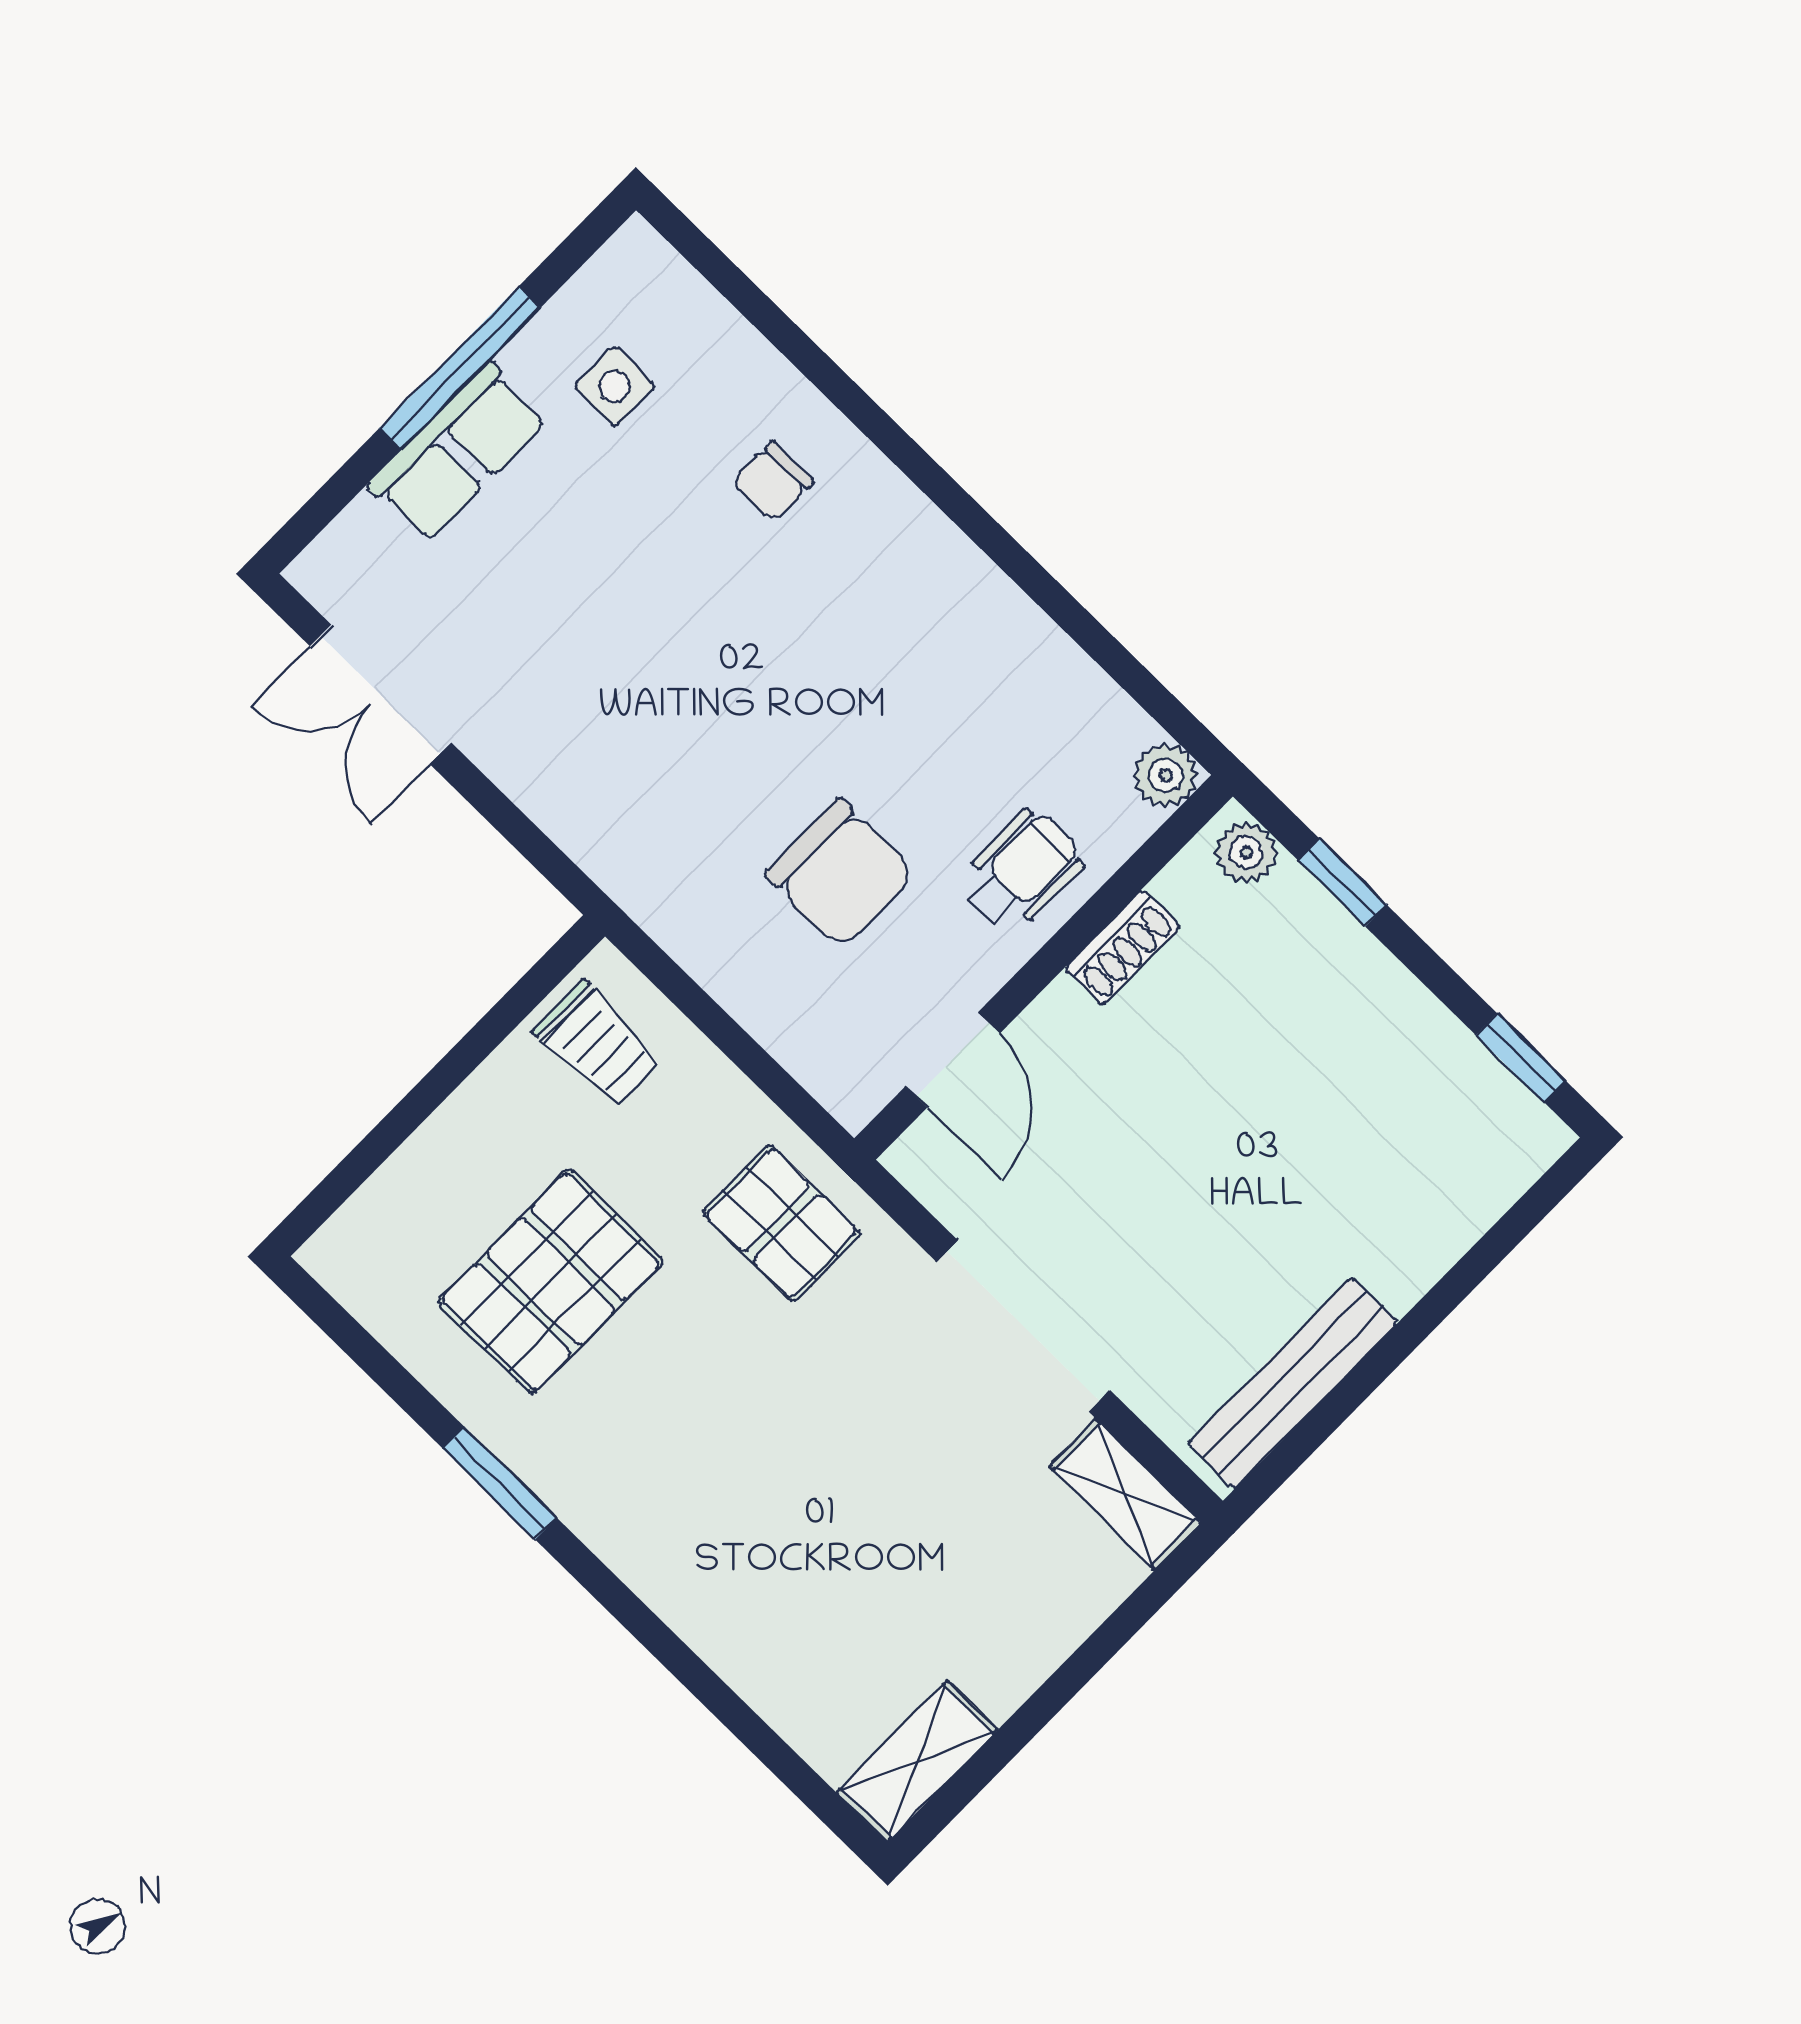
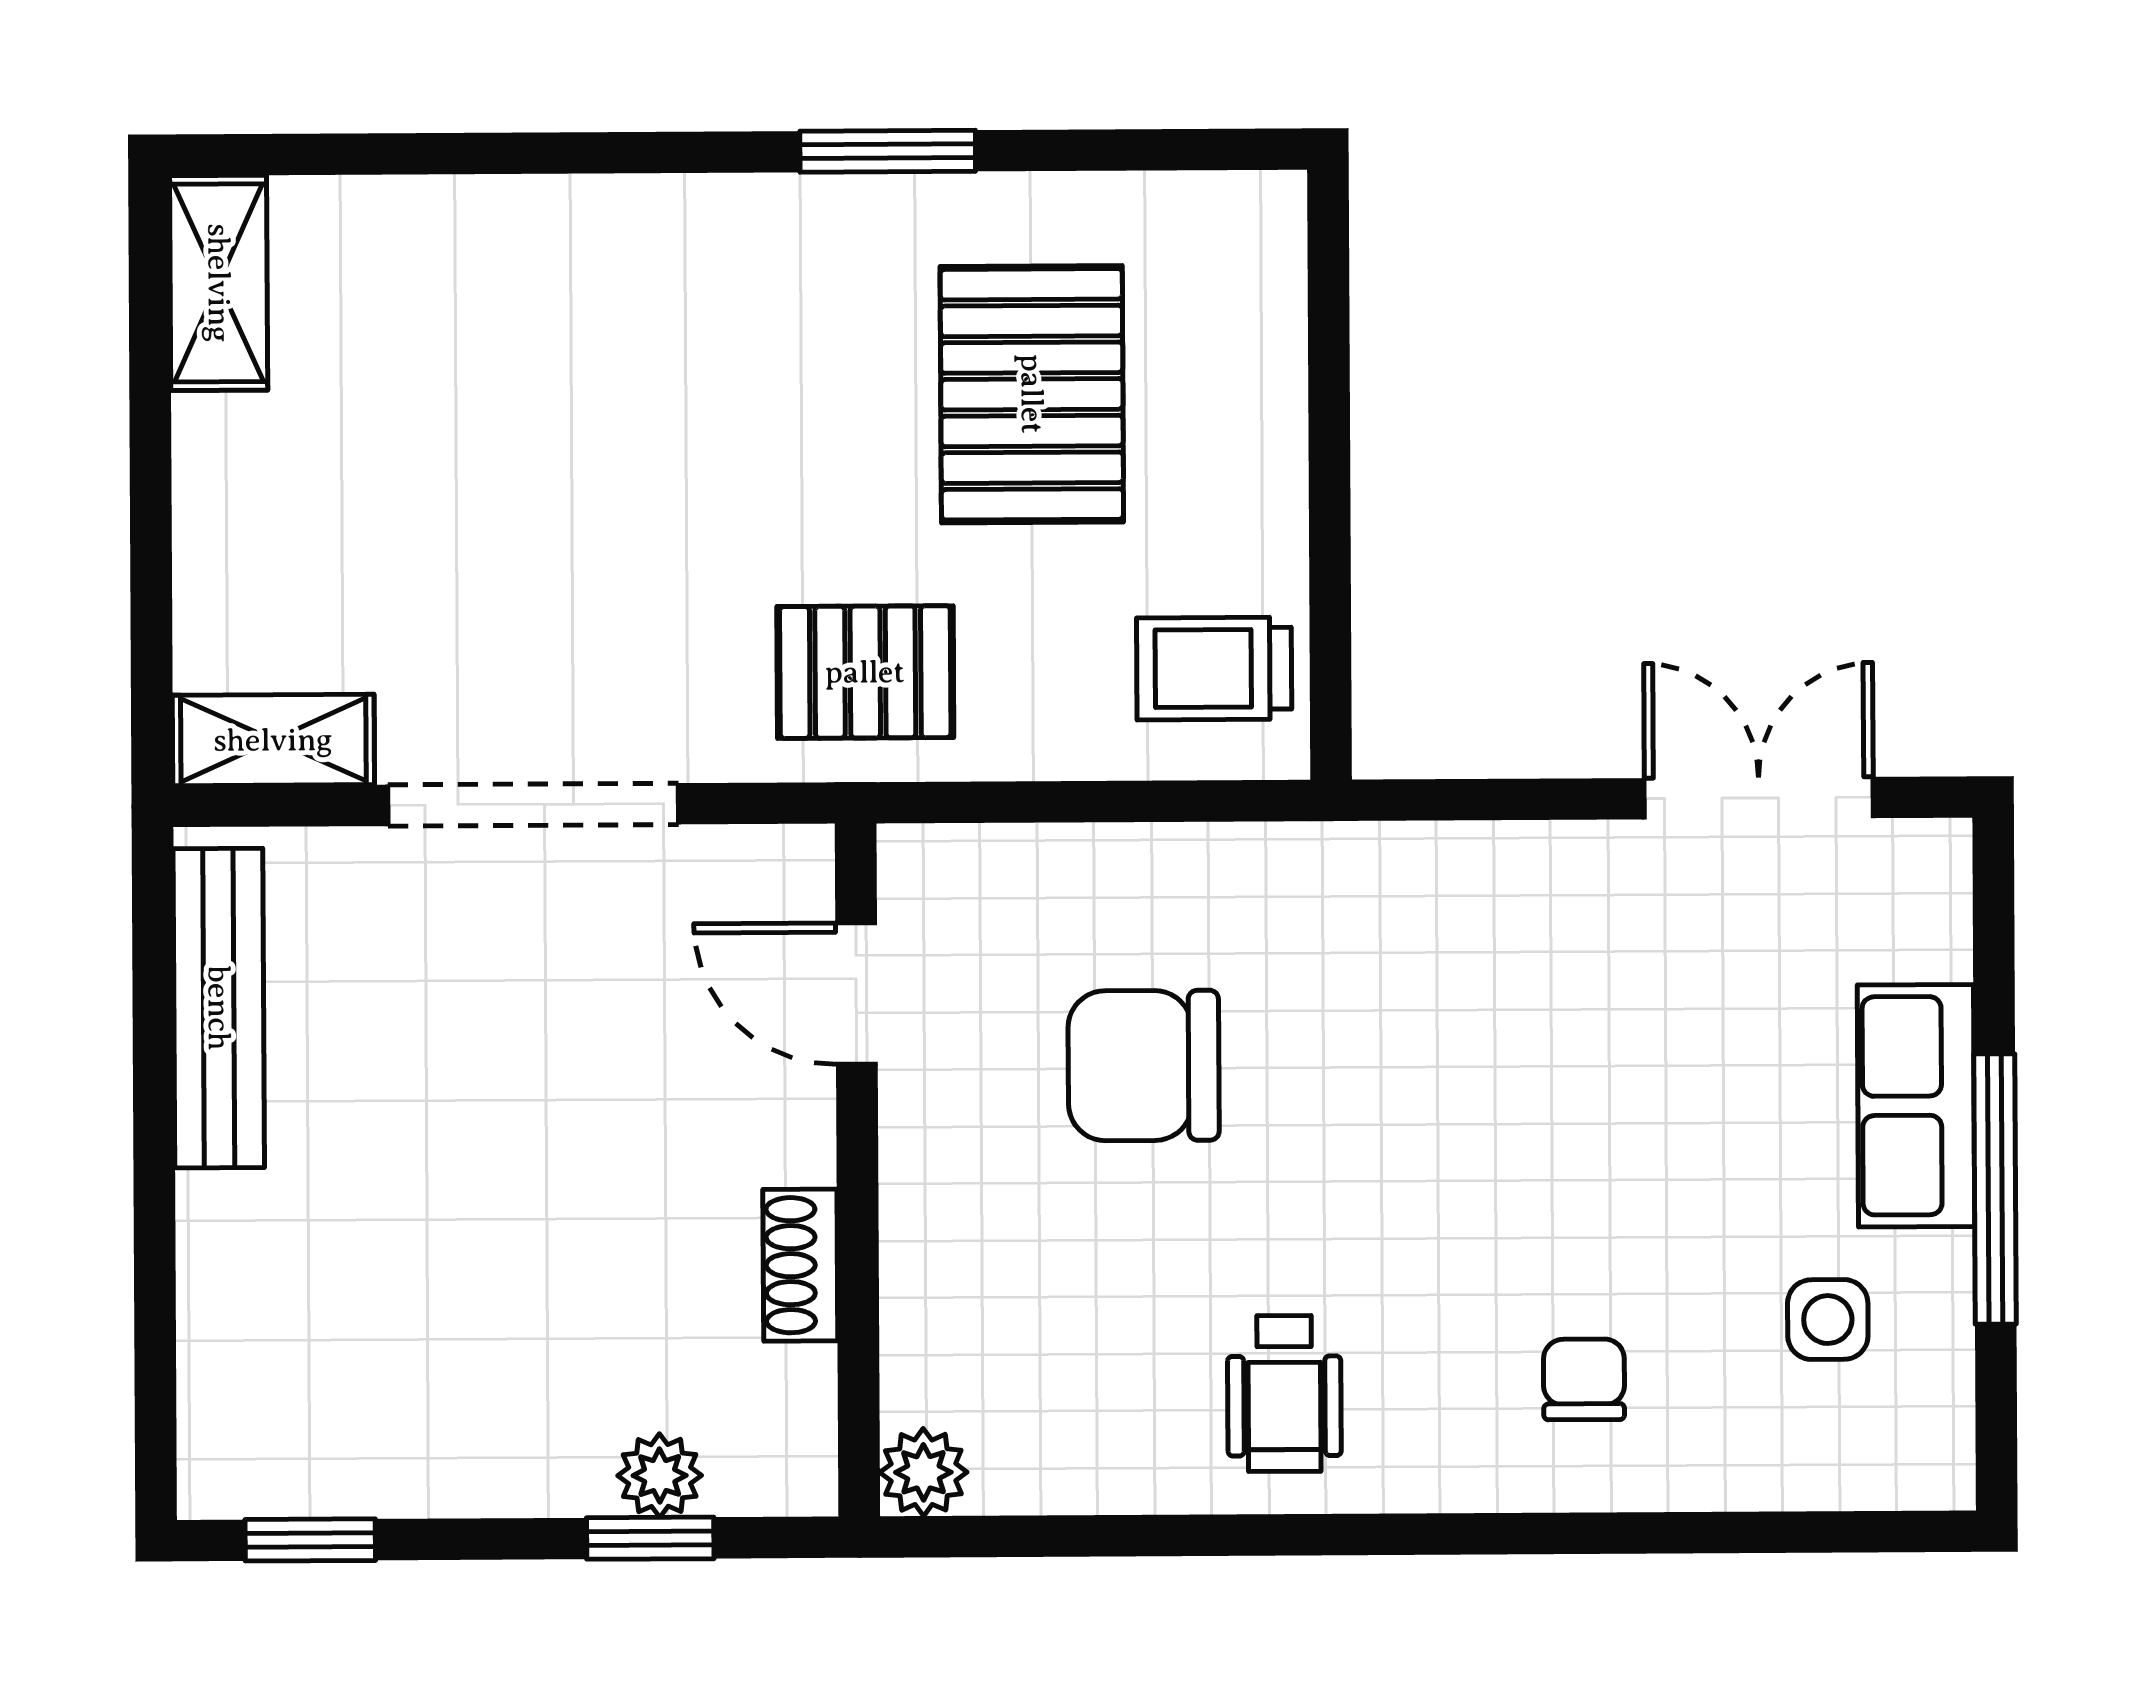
plant: (1246, 853) -> (660, 1475), moved
wheelchair: (1022, 871) -> (1284, 1393), moved

